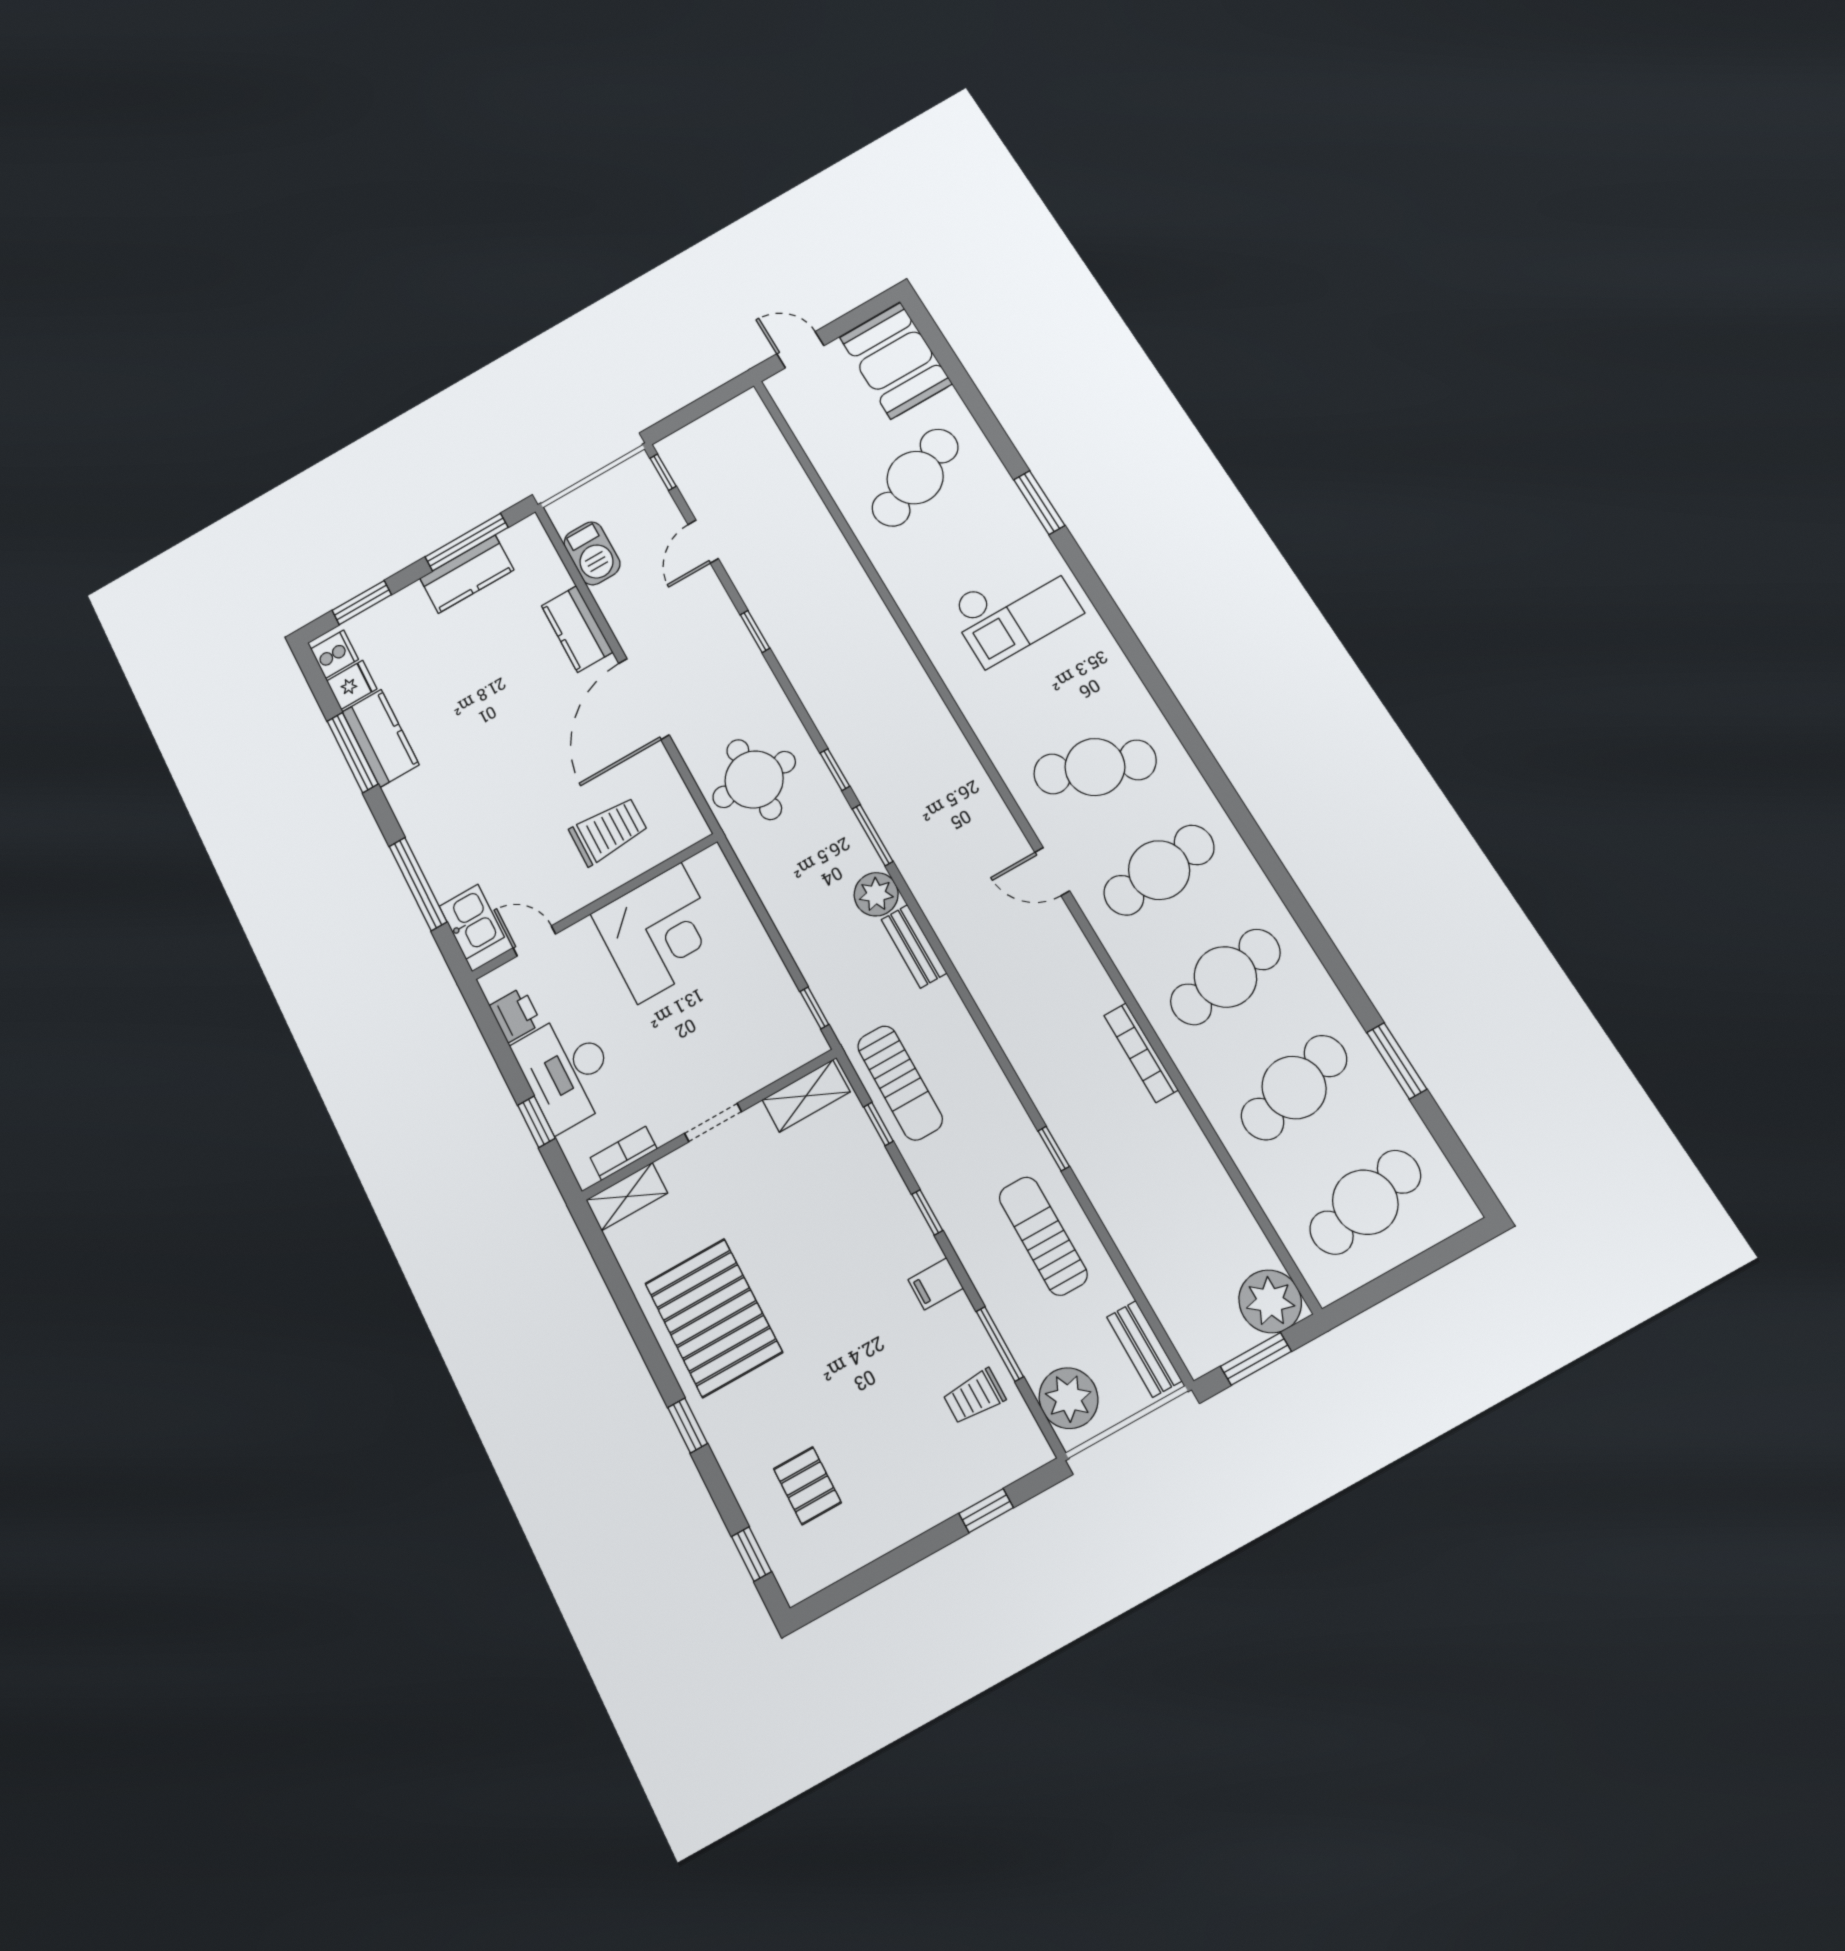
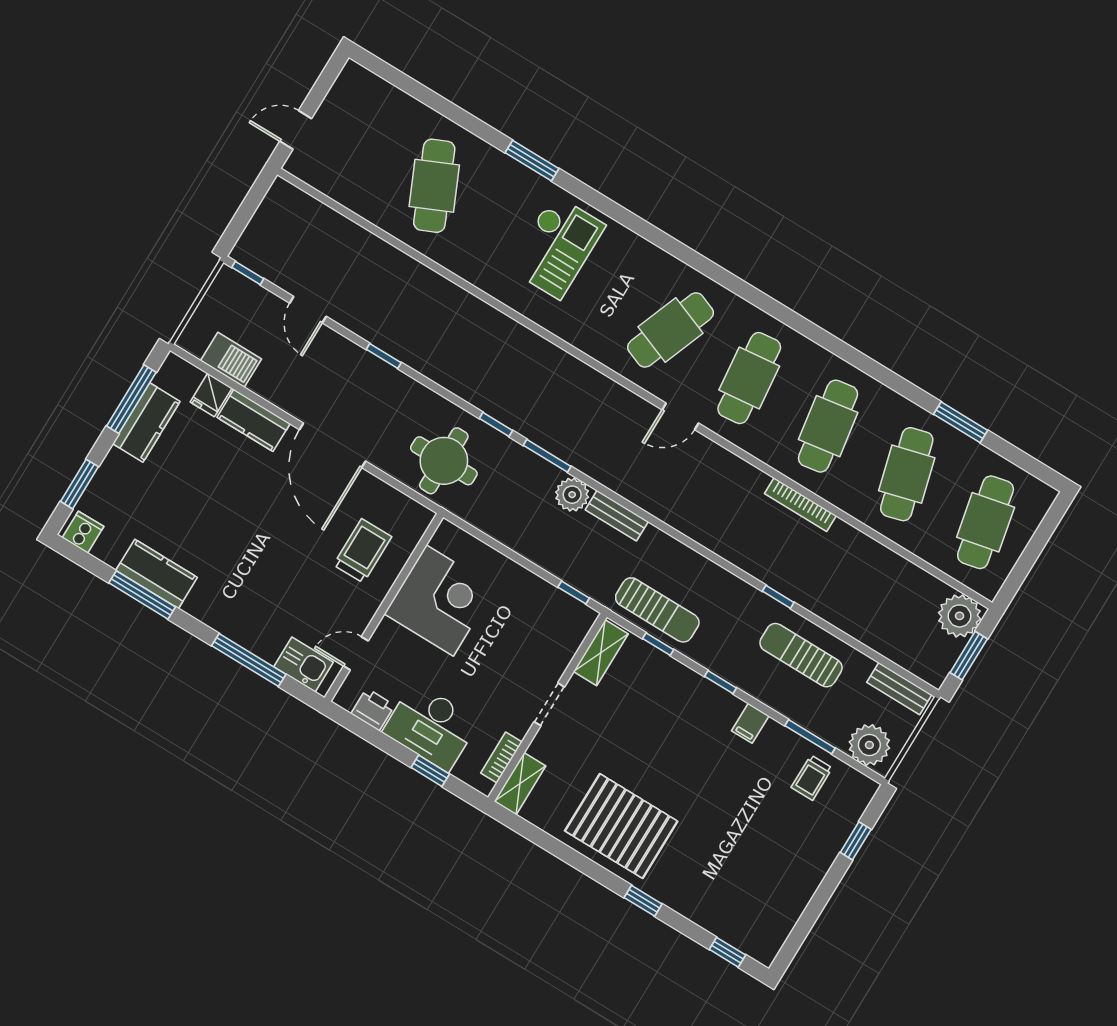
booth: (896, 361) -> (371, 104), removed
fridge: (352, 685) -> (211, 395), moved, turned 180
pallet: (807, 1486) -> (739, 892), removed

